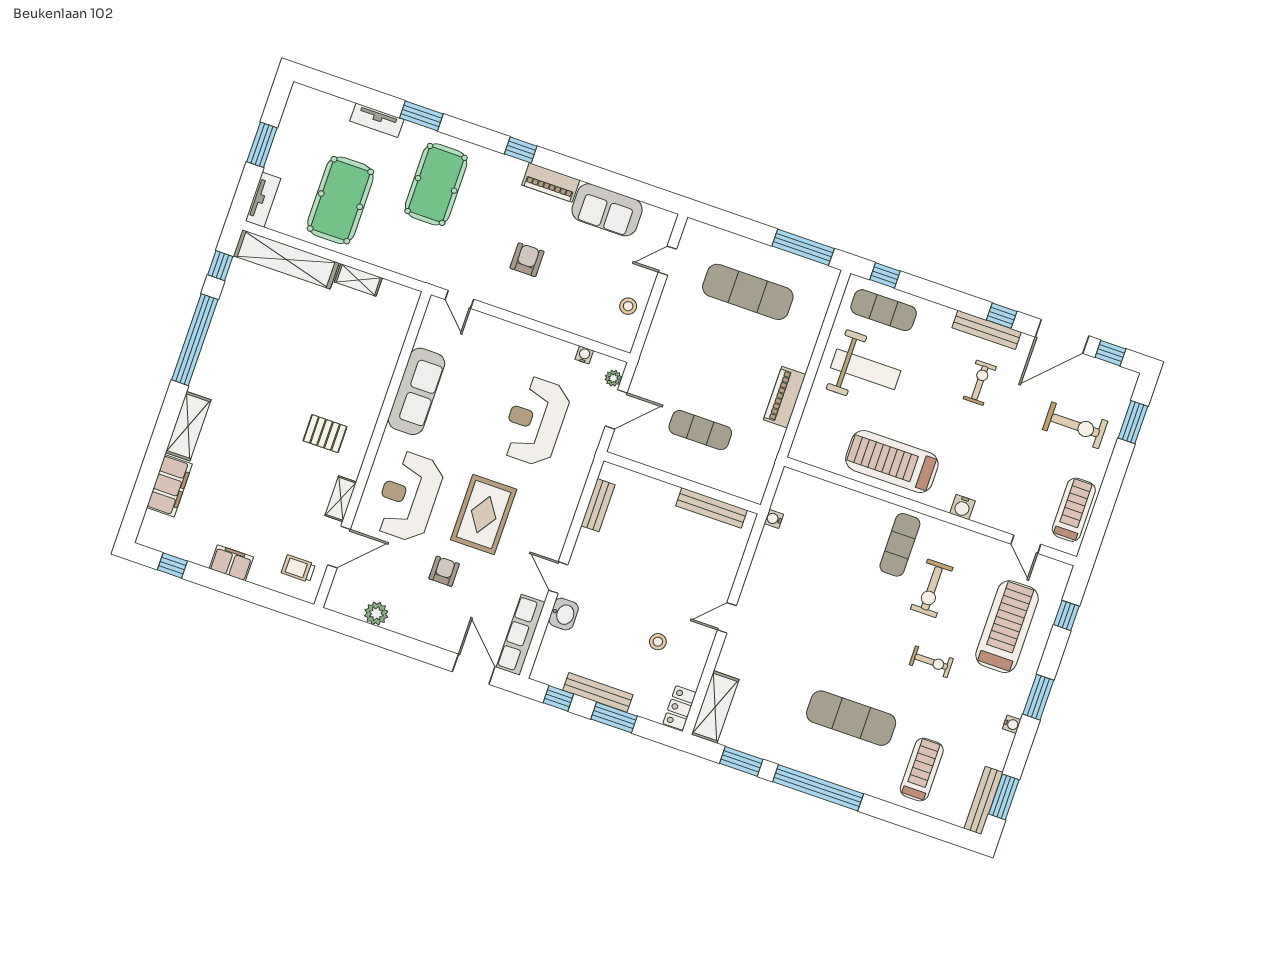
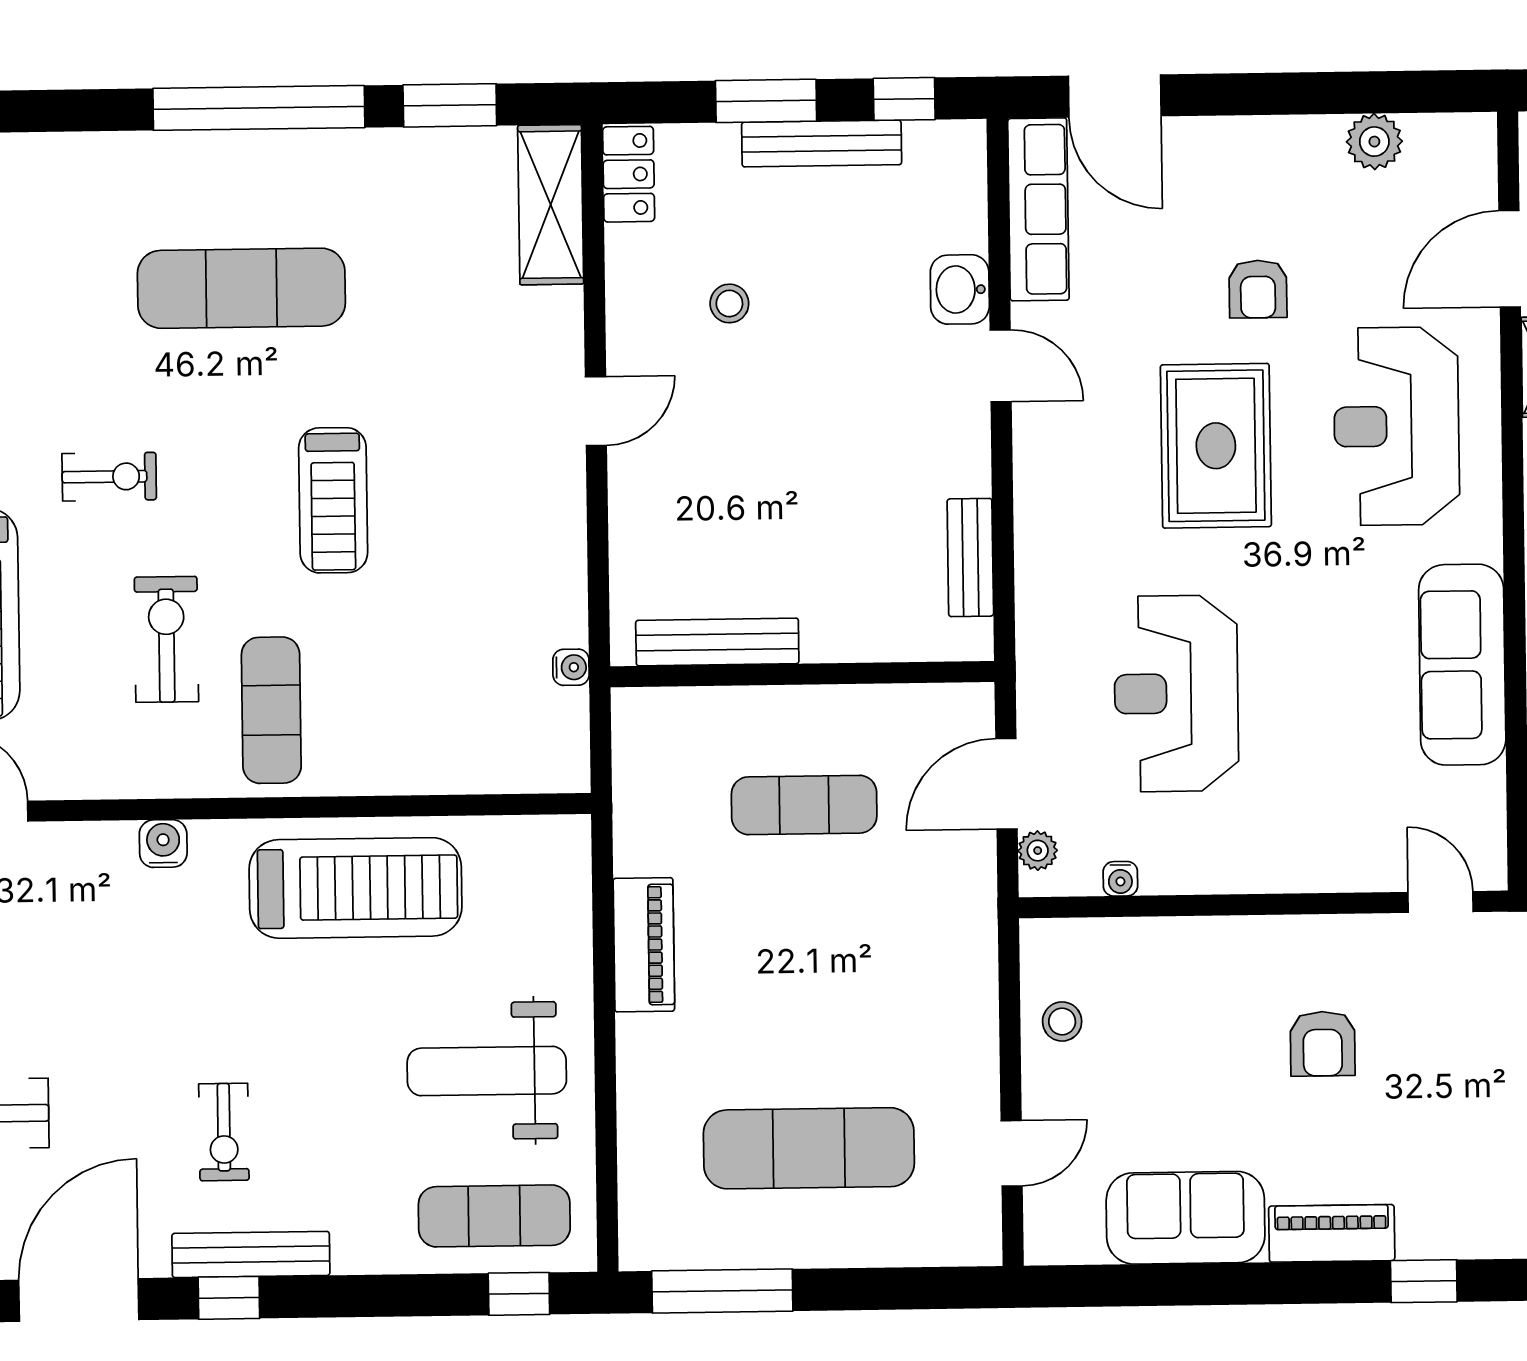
reception desk: (535, 421) -> (1176, 693), turned 180
reception desk: (408, 496) -> (1397, 426), turned 180
exercise bike: (931, 662) -> (109, 477), turned 180
treadmill: (922, 770) -> (333, 500), moved

